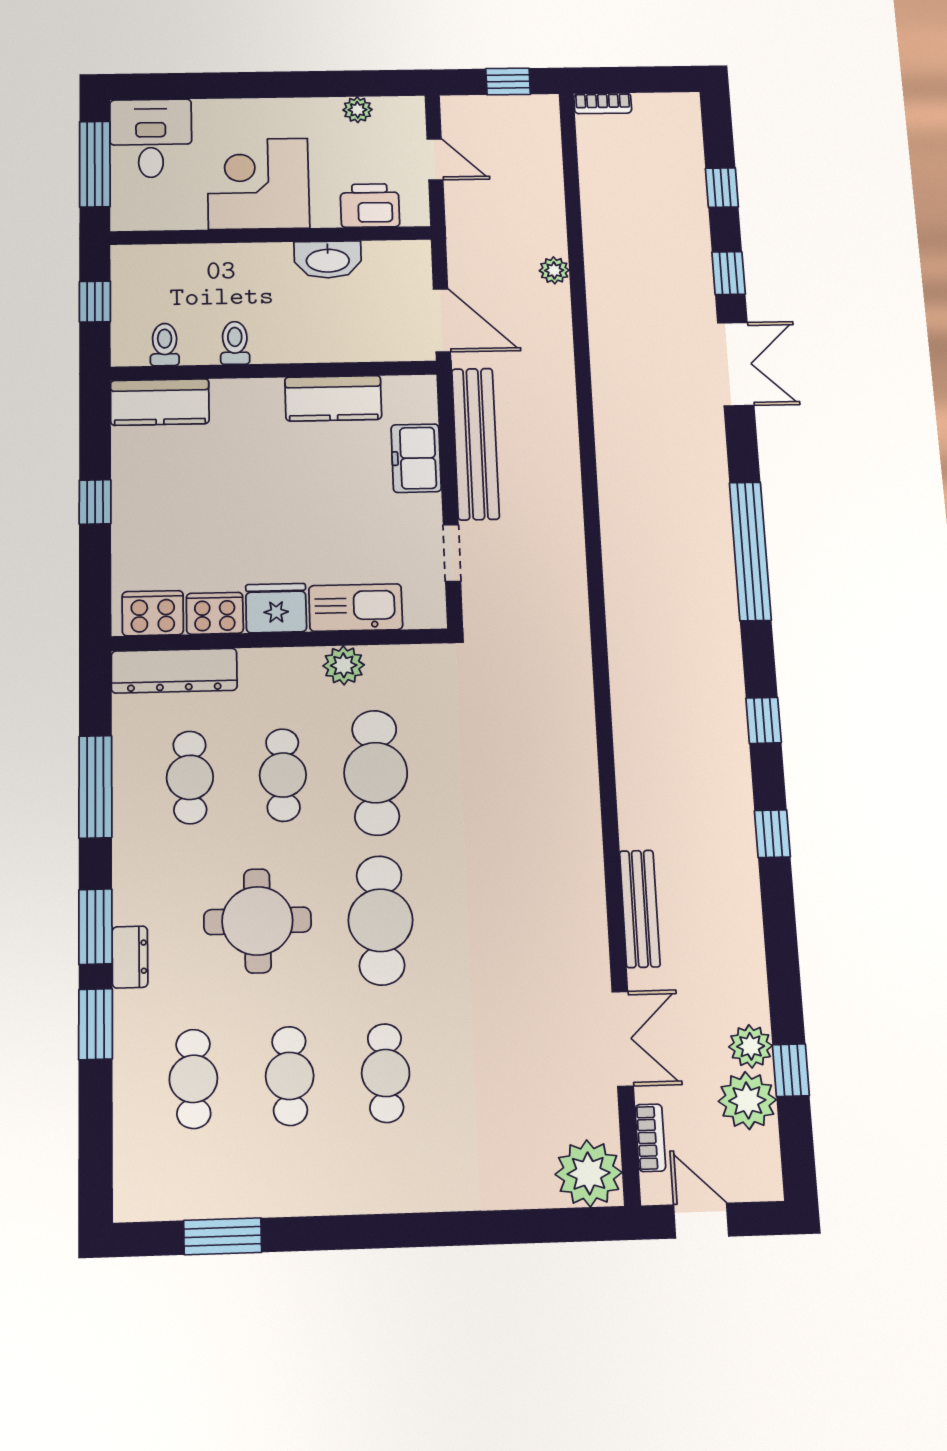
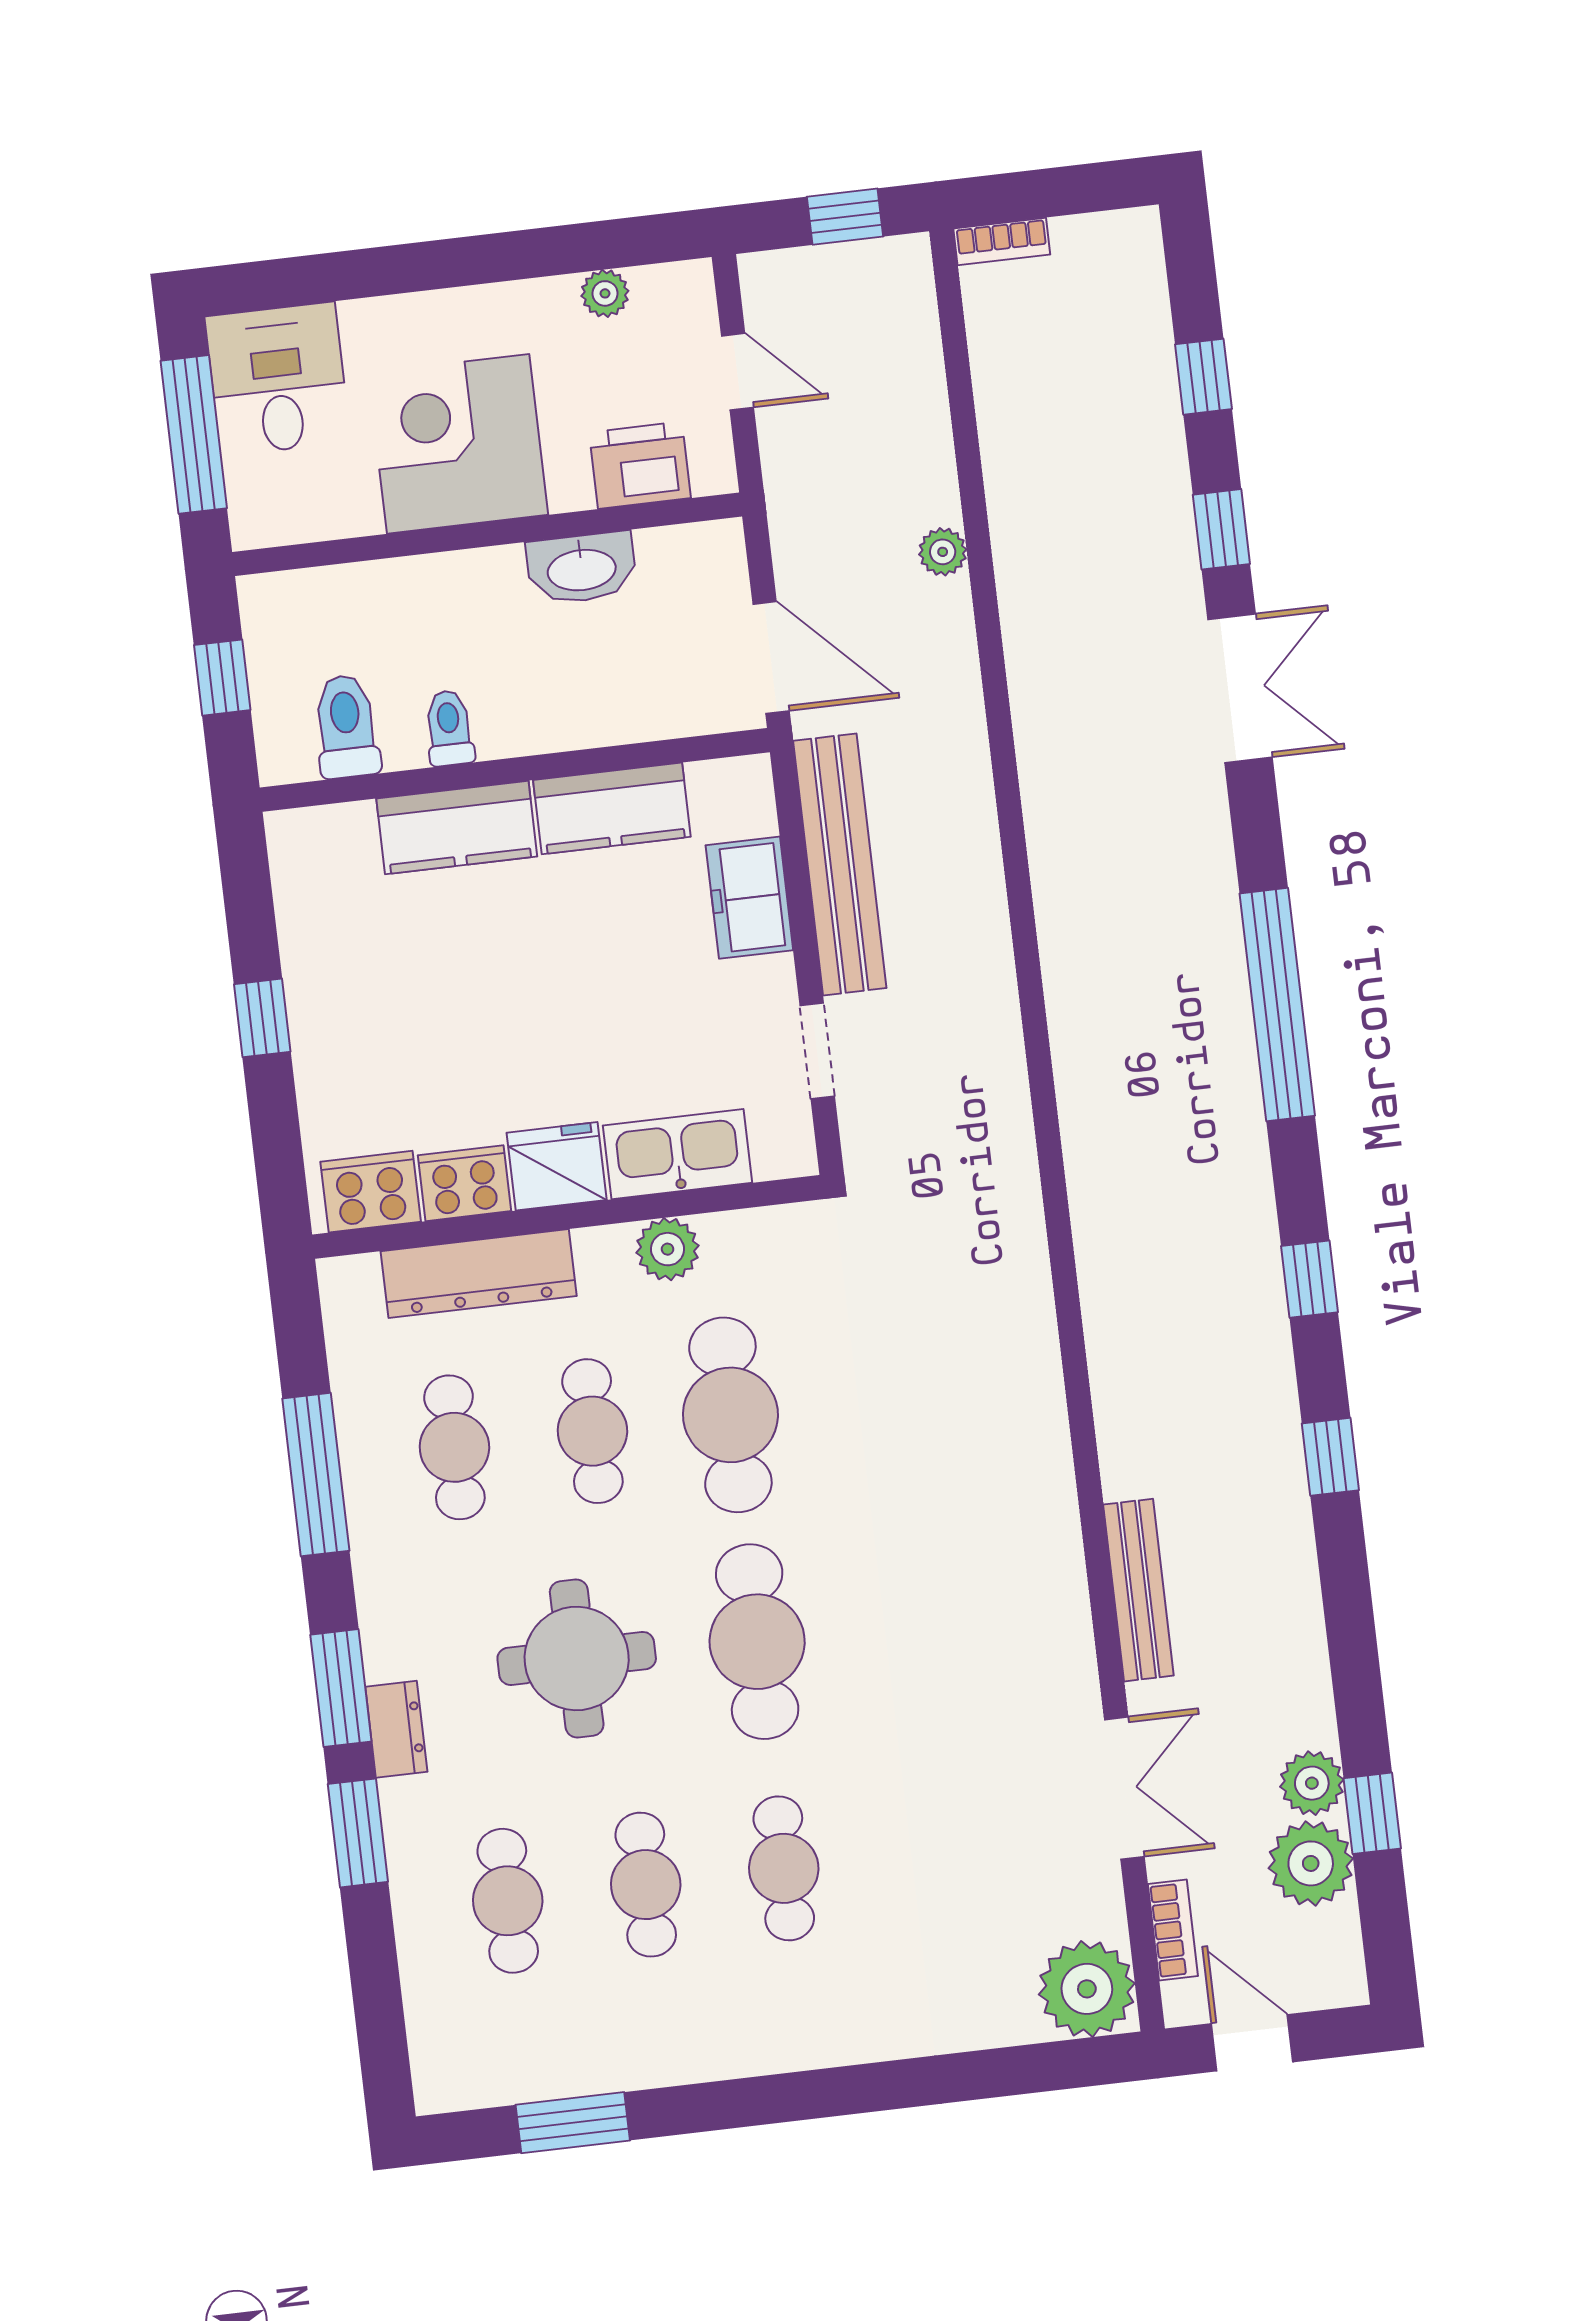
toilet: (165, 345) -> (346, 726), width x1.37, depth x1.39
kitchen counter: (160, 402) -> (457, 827), moved
dresser: (174, 671) -> (479, 1274), moved

